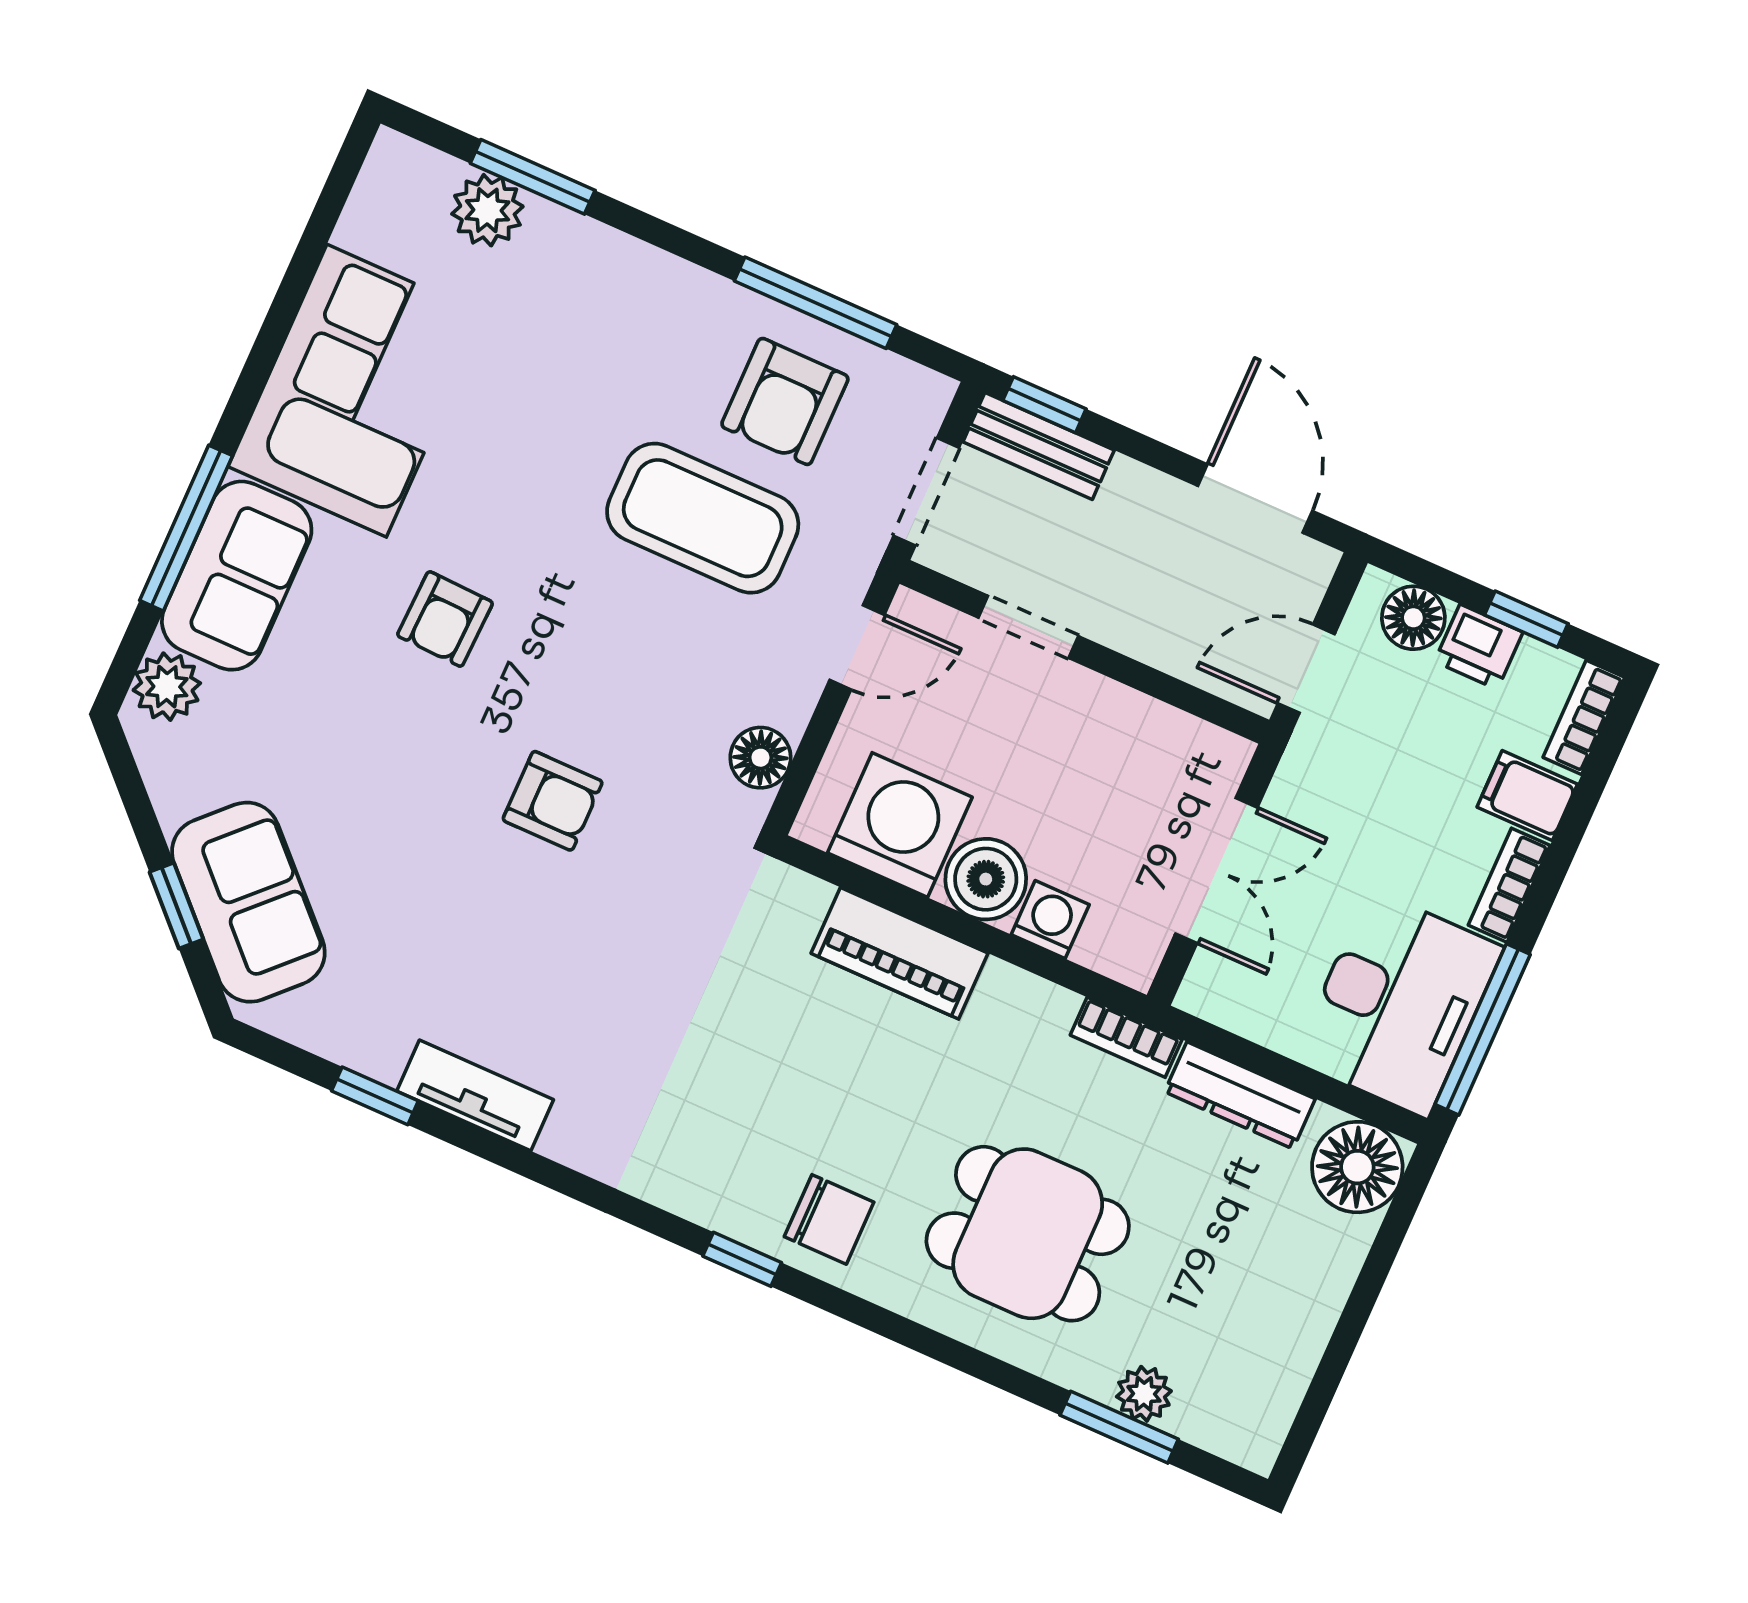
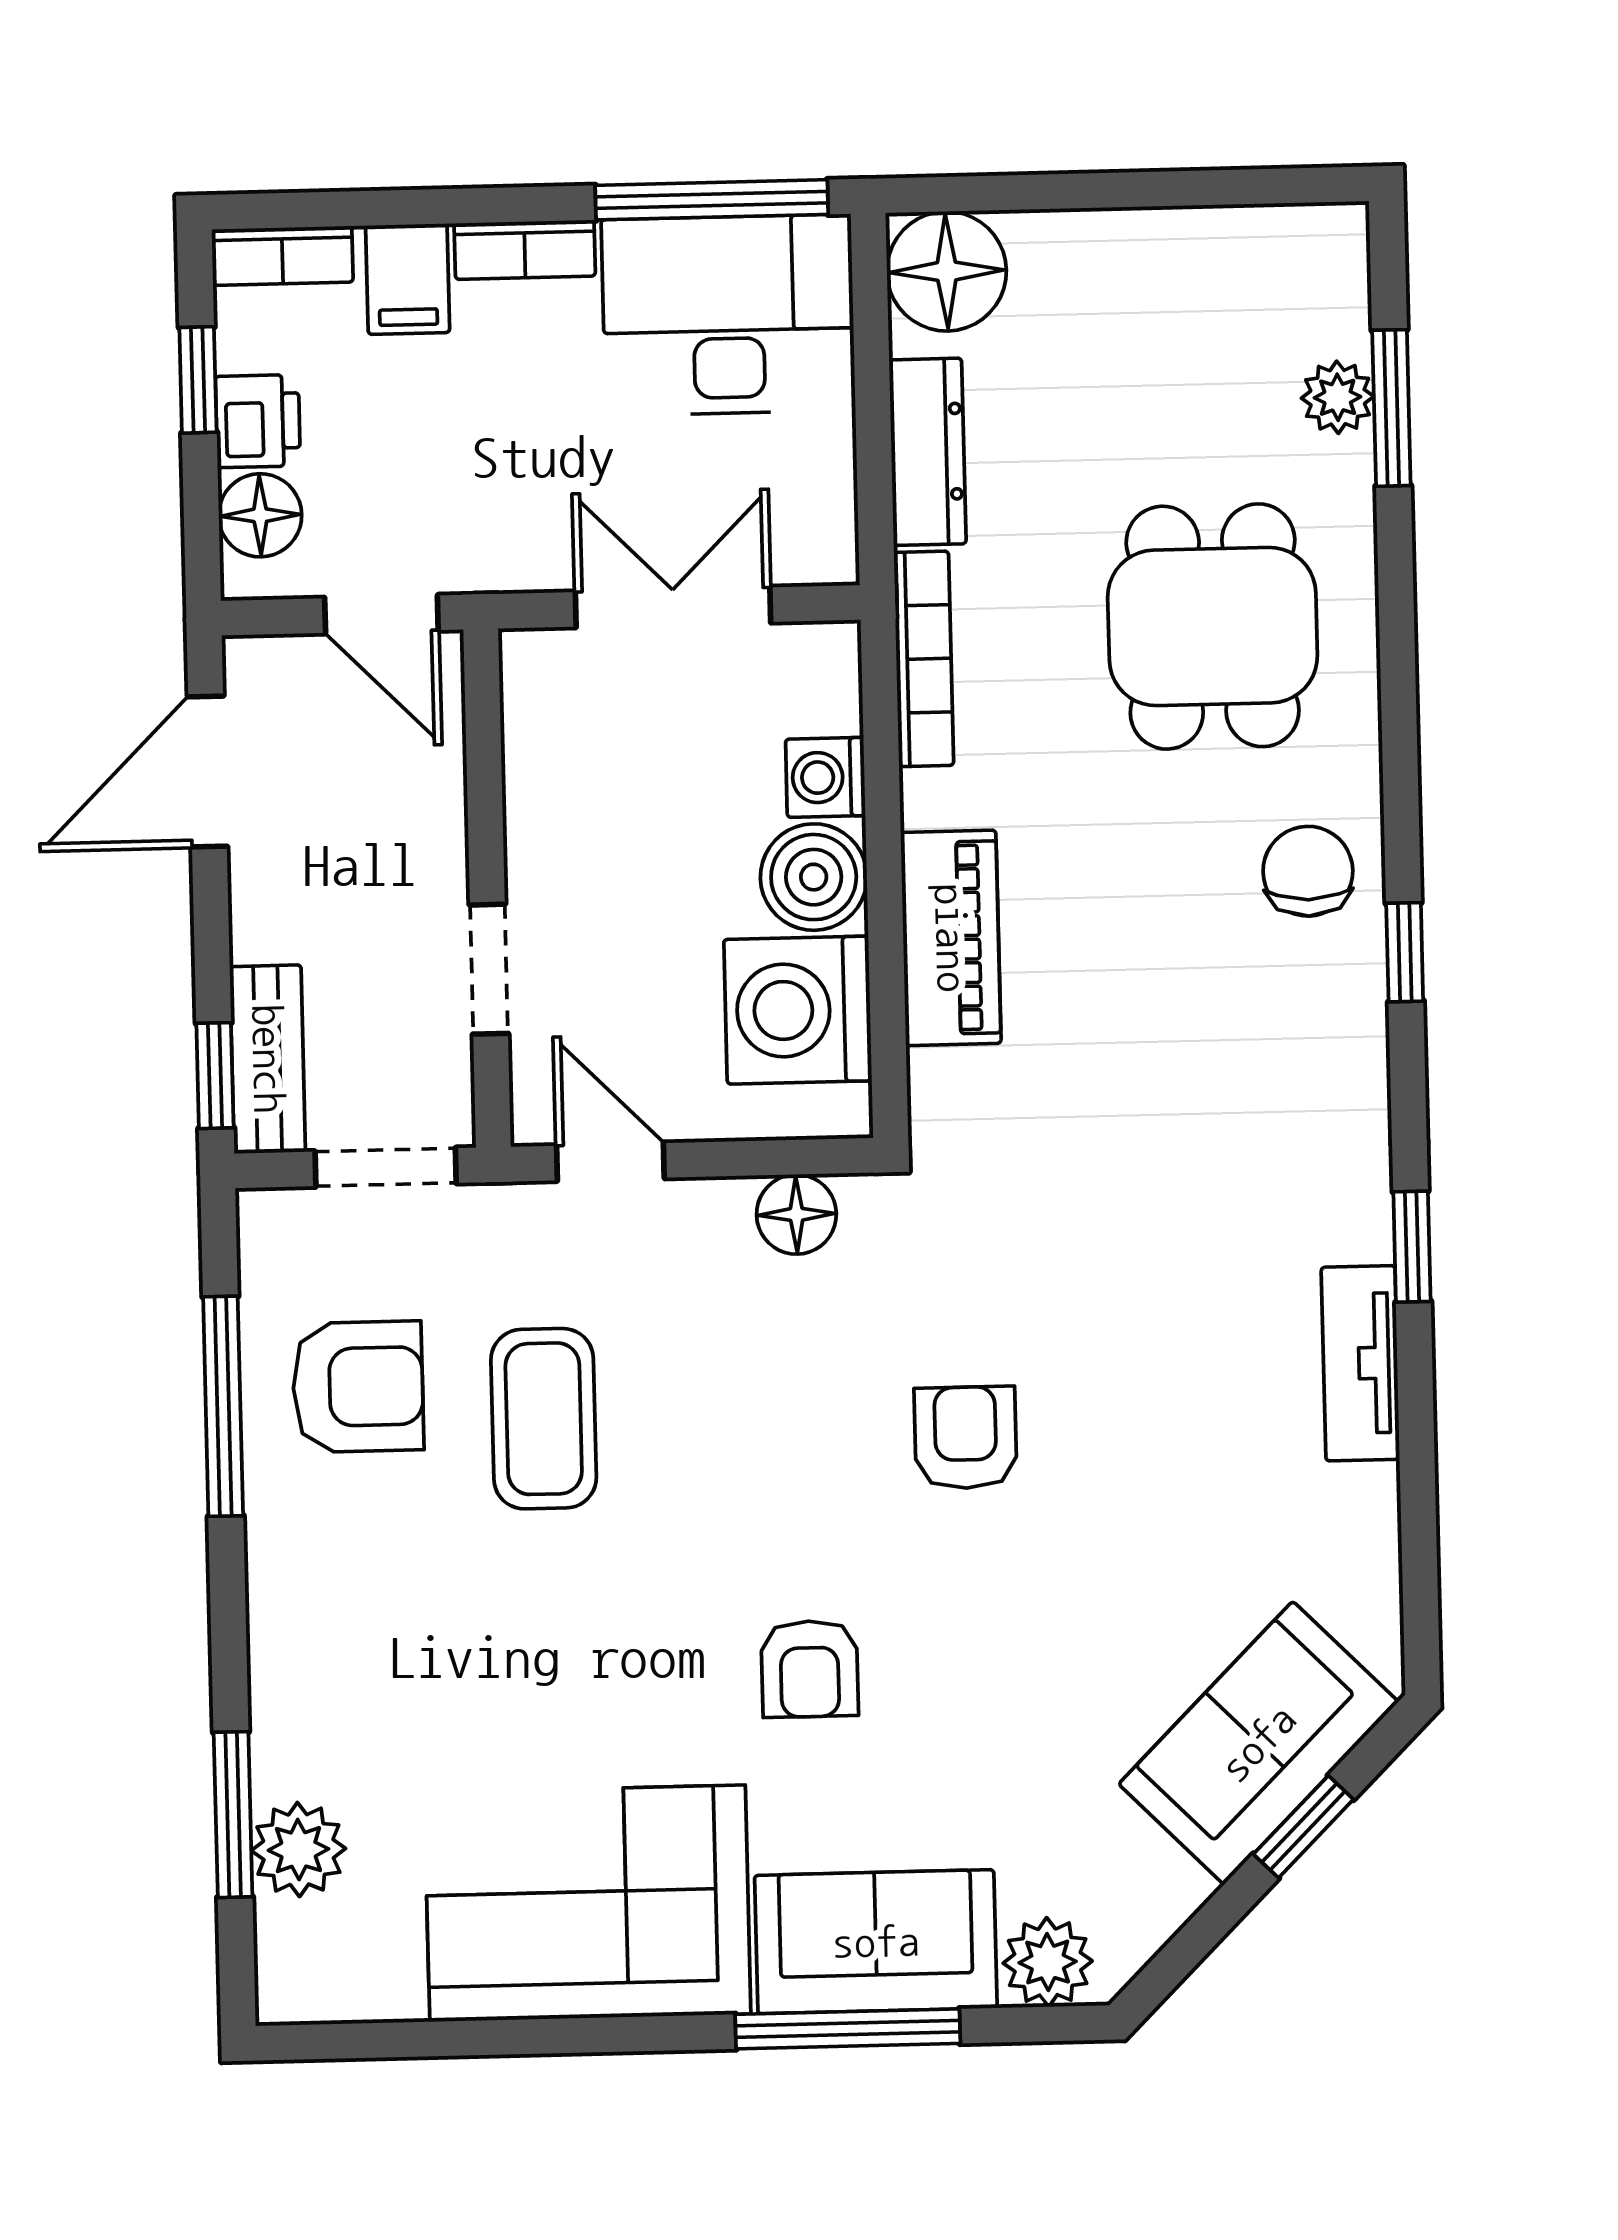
coffee table: (703, 518) -> (544, 1419), width x0.73, depth x0.76
armchair: (445, 619) -> (810, 1669), turned 88
bookcase: (1126, 1037) -> (924, 659), width x1.56
window: (375, 1096) -> (1412, 1247), moved

